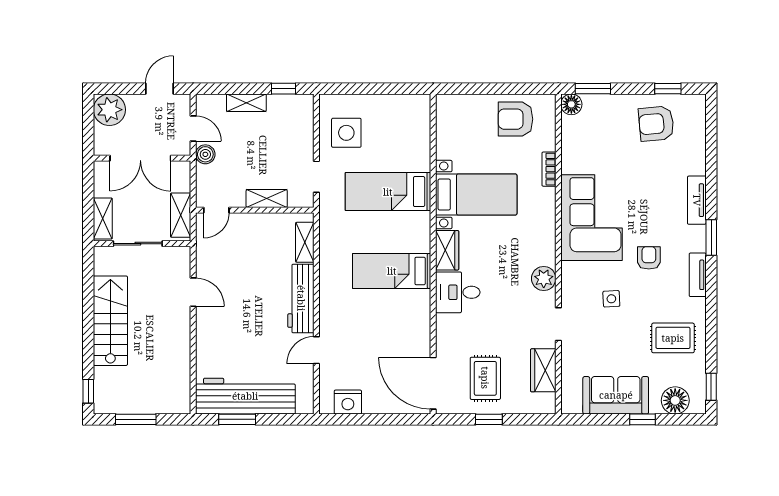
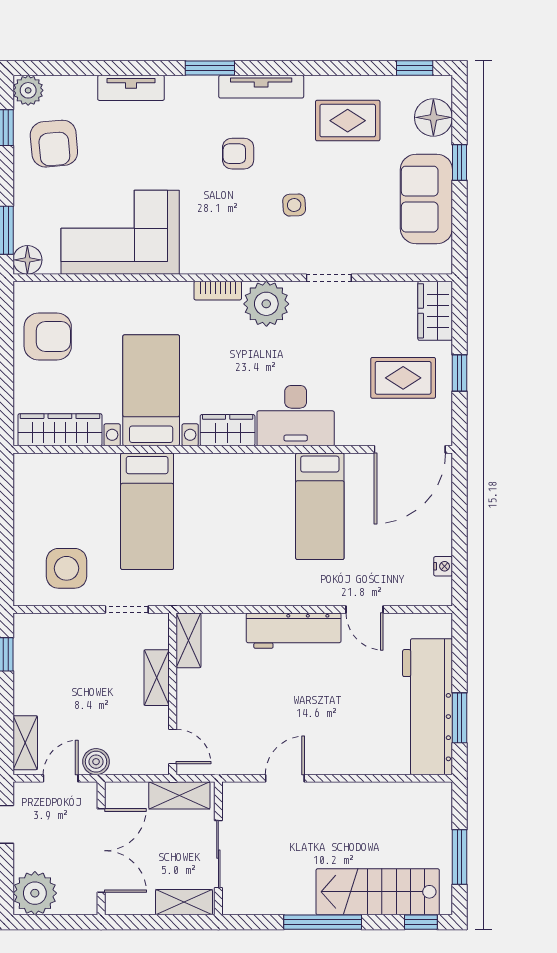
shelving: (246, 103) -> (25, 743), moved
plant: (695, 105) -> (28, 90), added
armchair: (515, 119) -> (48, 336), turned -90
wardrobe: (447, 128) -> (60, 430), added
bookcase: (549, 169) -> (218, 291), moved
tv unit: (697, 200) -> (131, 88), moved
corner sofa: (591, 218) -> (120, 232), moved
shelving: (305, 242) -> (188, 640), moved, turned 90
bed: (392, 271) -> (320, 506), moved
tv unit: (698, 275) -> (261, 87), width x1.41
plant: (544, 279) -> (266, 304), width x1.36, depth x1.36
desk: (458, 292) -> (296, 416), width x1.37
window: (88, 320) -> (323, 922), added
stairs: (110, 321) -> (378, 892), moved
rug: (673, 338) -> (348, 121), turned 90
wardrobe: (543, 370) -> (435, 311), moved, turned 90
nightstand: (348, 402) -> (443, 566), width x0.53, depth x0.56

